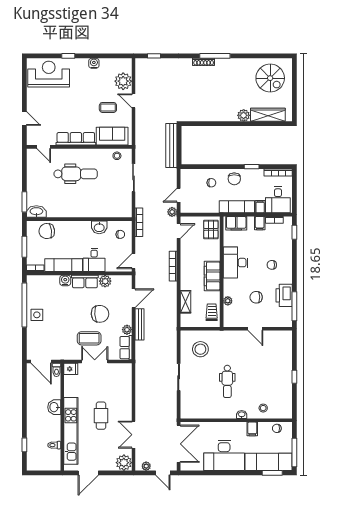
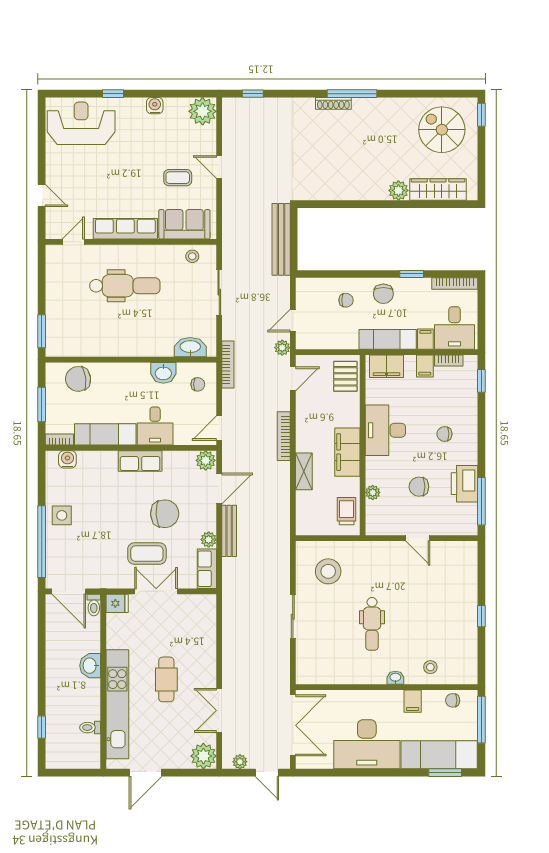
window: (294, 69) -> (481, 115), added
spiral stairs: (270, 78) -> (442, 130), turned 180
plant: (123, 81) -> (203, 111), moved
door: (44, 147) -> (73, 242), swing flipped
washbasin: (36, 212) -> (190, 347), moved
water cooler: (65, 280) -> (67, 459), moved
plant: (105, 281) -> (206, 460), moved
shelving: (185, 302) -> (304, 471), moved
window: (24, 305) -> (42, 542), moved
window: (294, 453) -> (481, 720), moved

